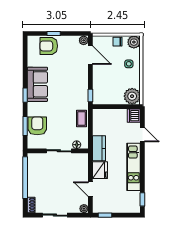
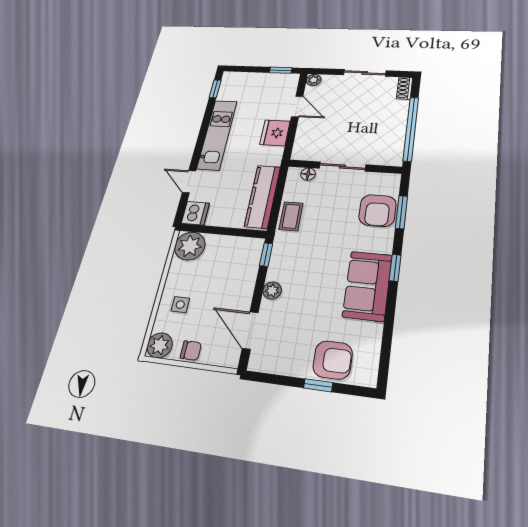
plant: (84, 40) -> (272, 291), moved
kitchen counter: (99, 148) -> (263, 196), moved, width x1.50

